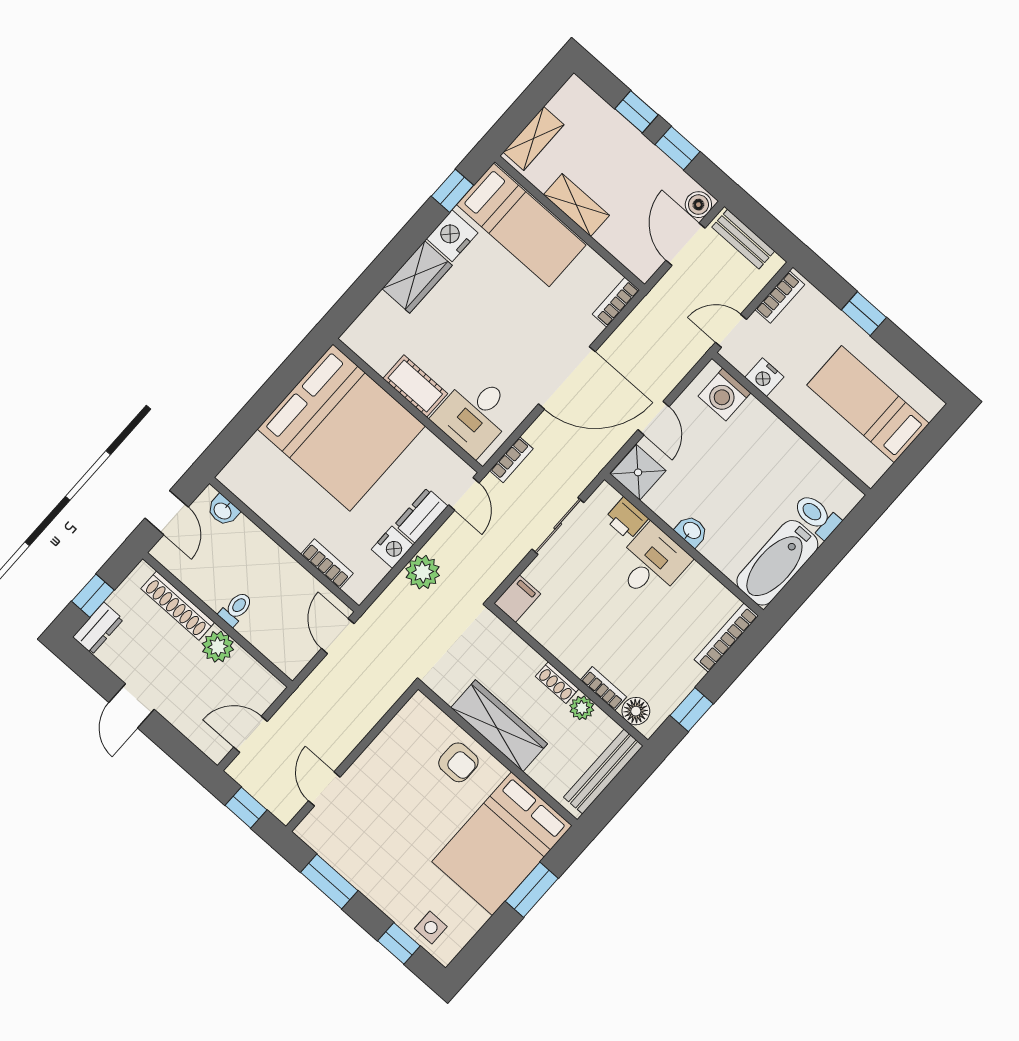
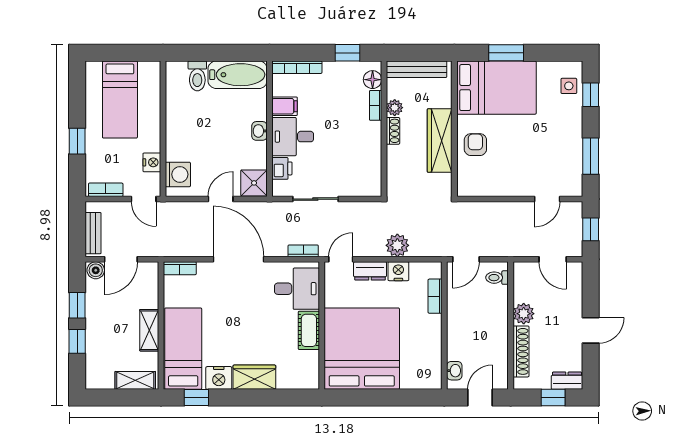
filing cabinet: (517, 599) -> (285, 106), moved, turned 180
toilet: (236, 609) -> (497, 278), moved

